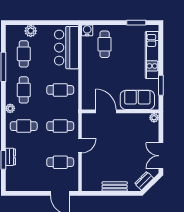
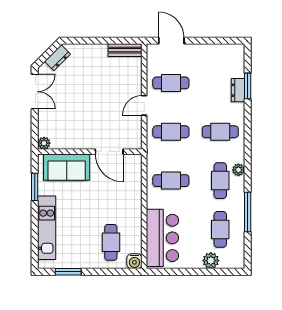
plant: (10, 108) -> (238, 170), moved
bench: (115, 186) -> (125, 50), moved

